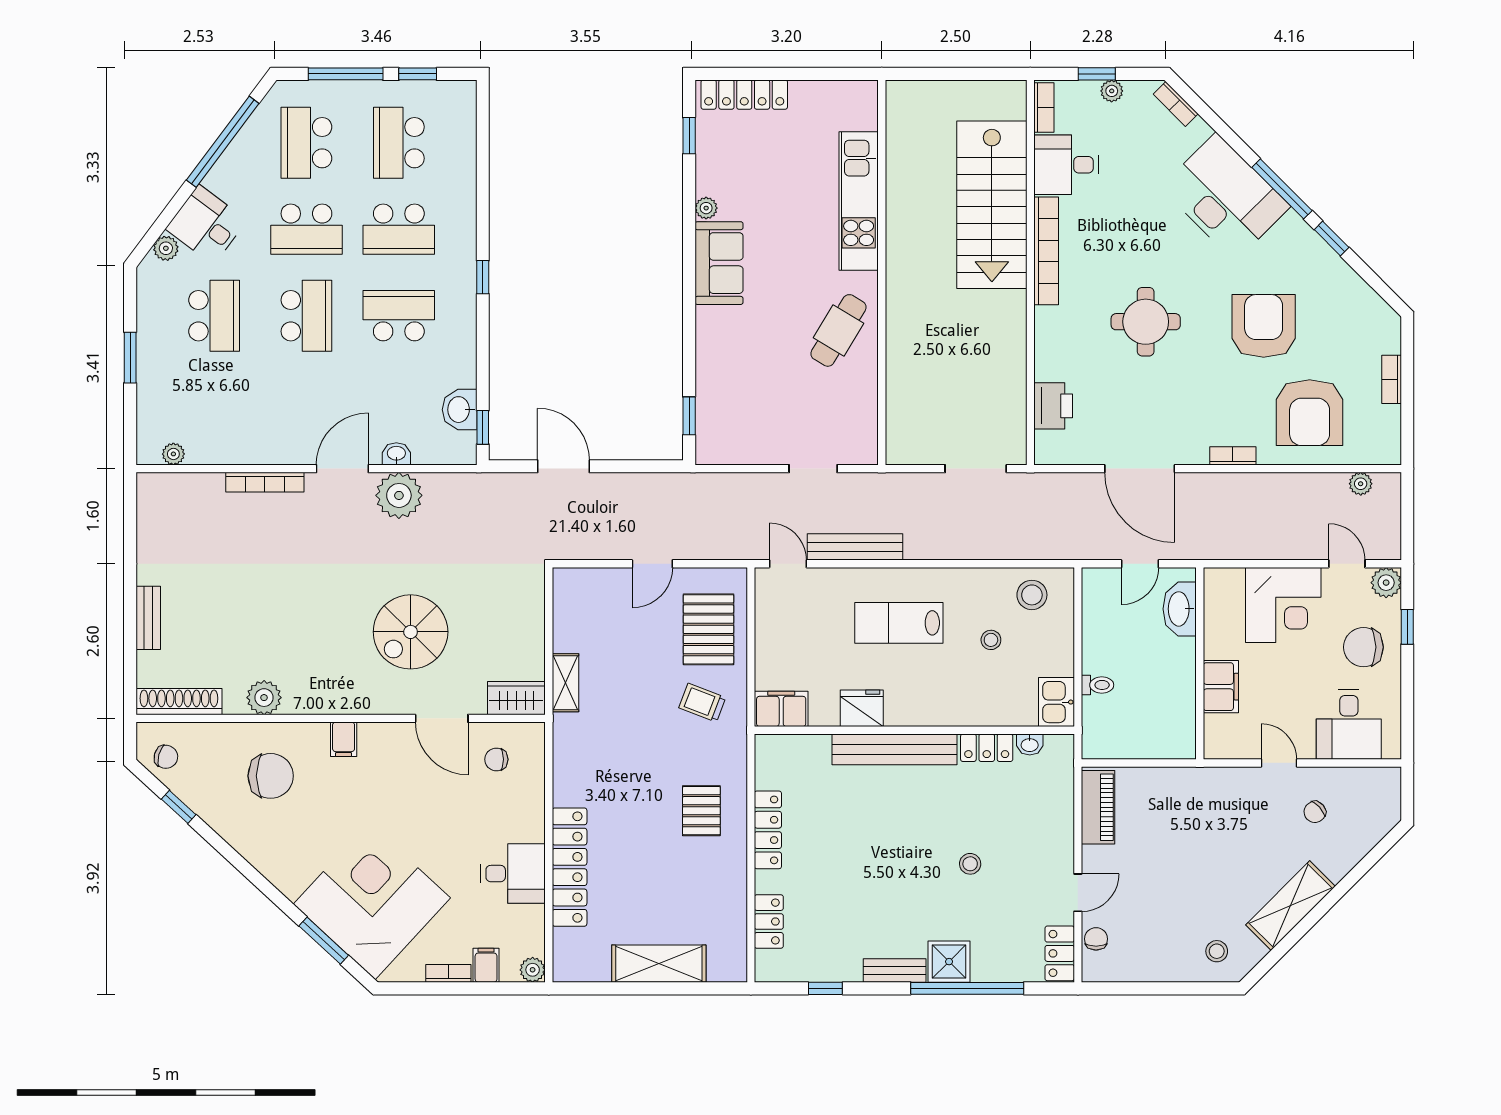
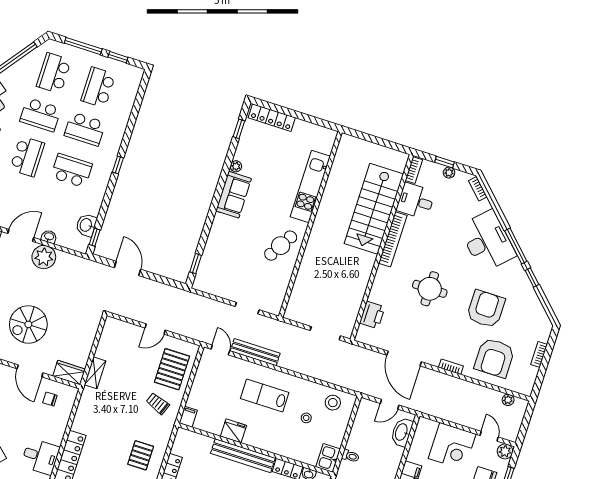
filing cabinet: (781, 709) -> (188, 417), width x0.50

